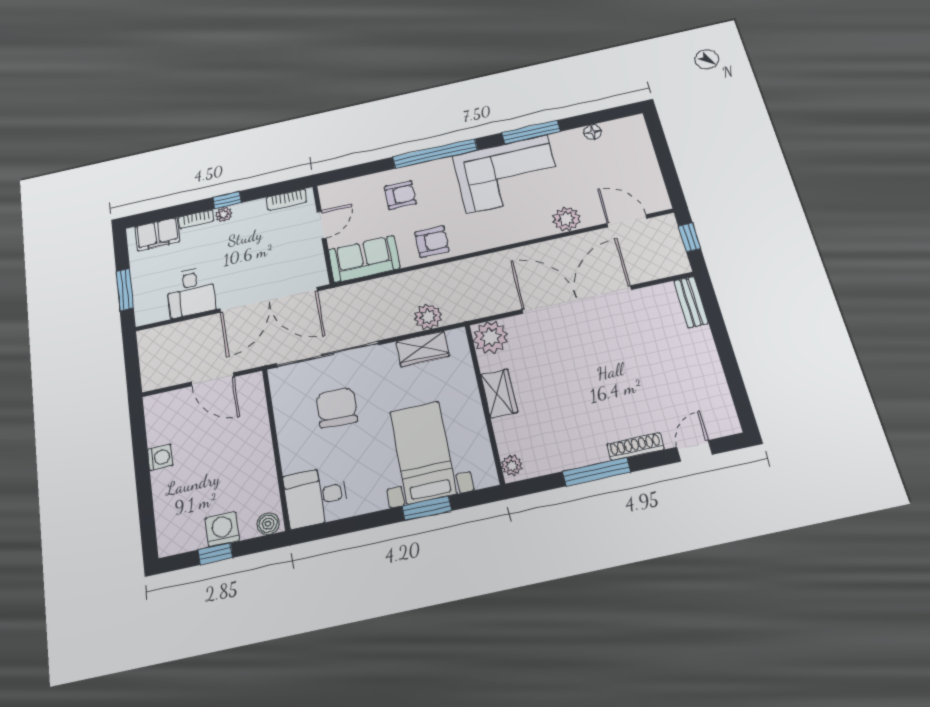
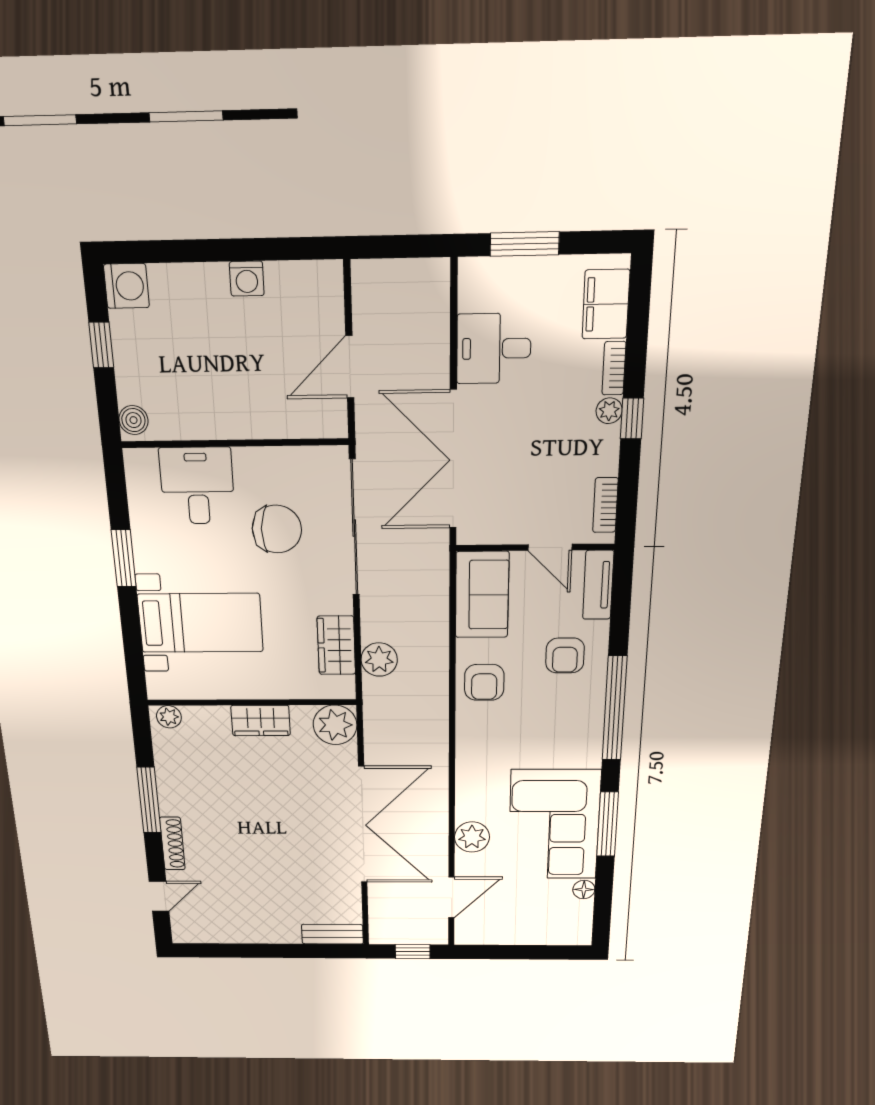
corner sofa: (507, 174) -> (554, 825), moved
tv unit: (344, 189) -> (598, 585), added
door: (694, 451) -> (159, 896), hinge flipped
desk: (316, 497) -> (197, 486), moved
window: (427, 508) -> (124, 558), moved
washing machine: (222, 529) -> (126, 286), moved

